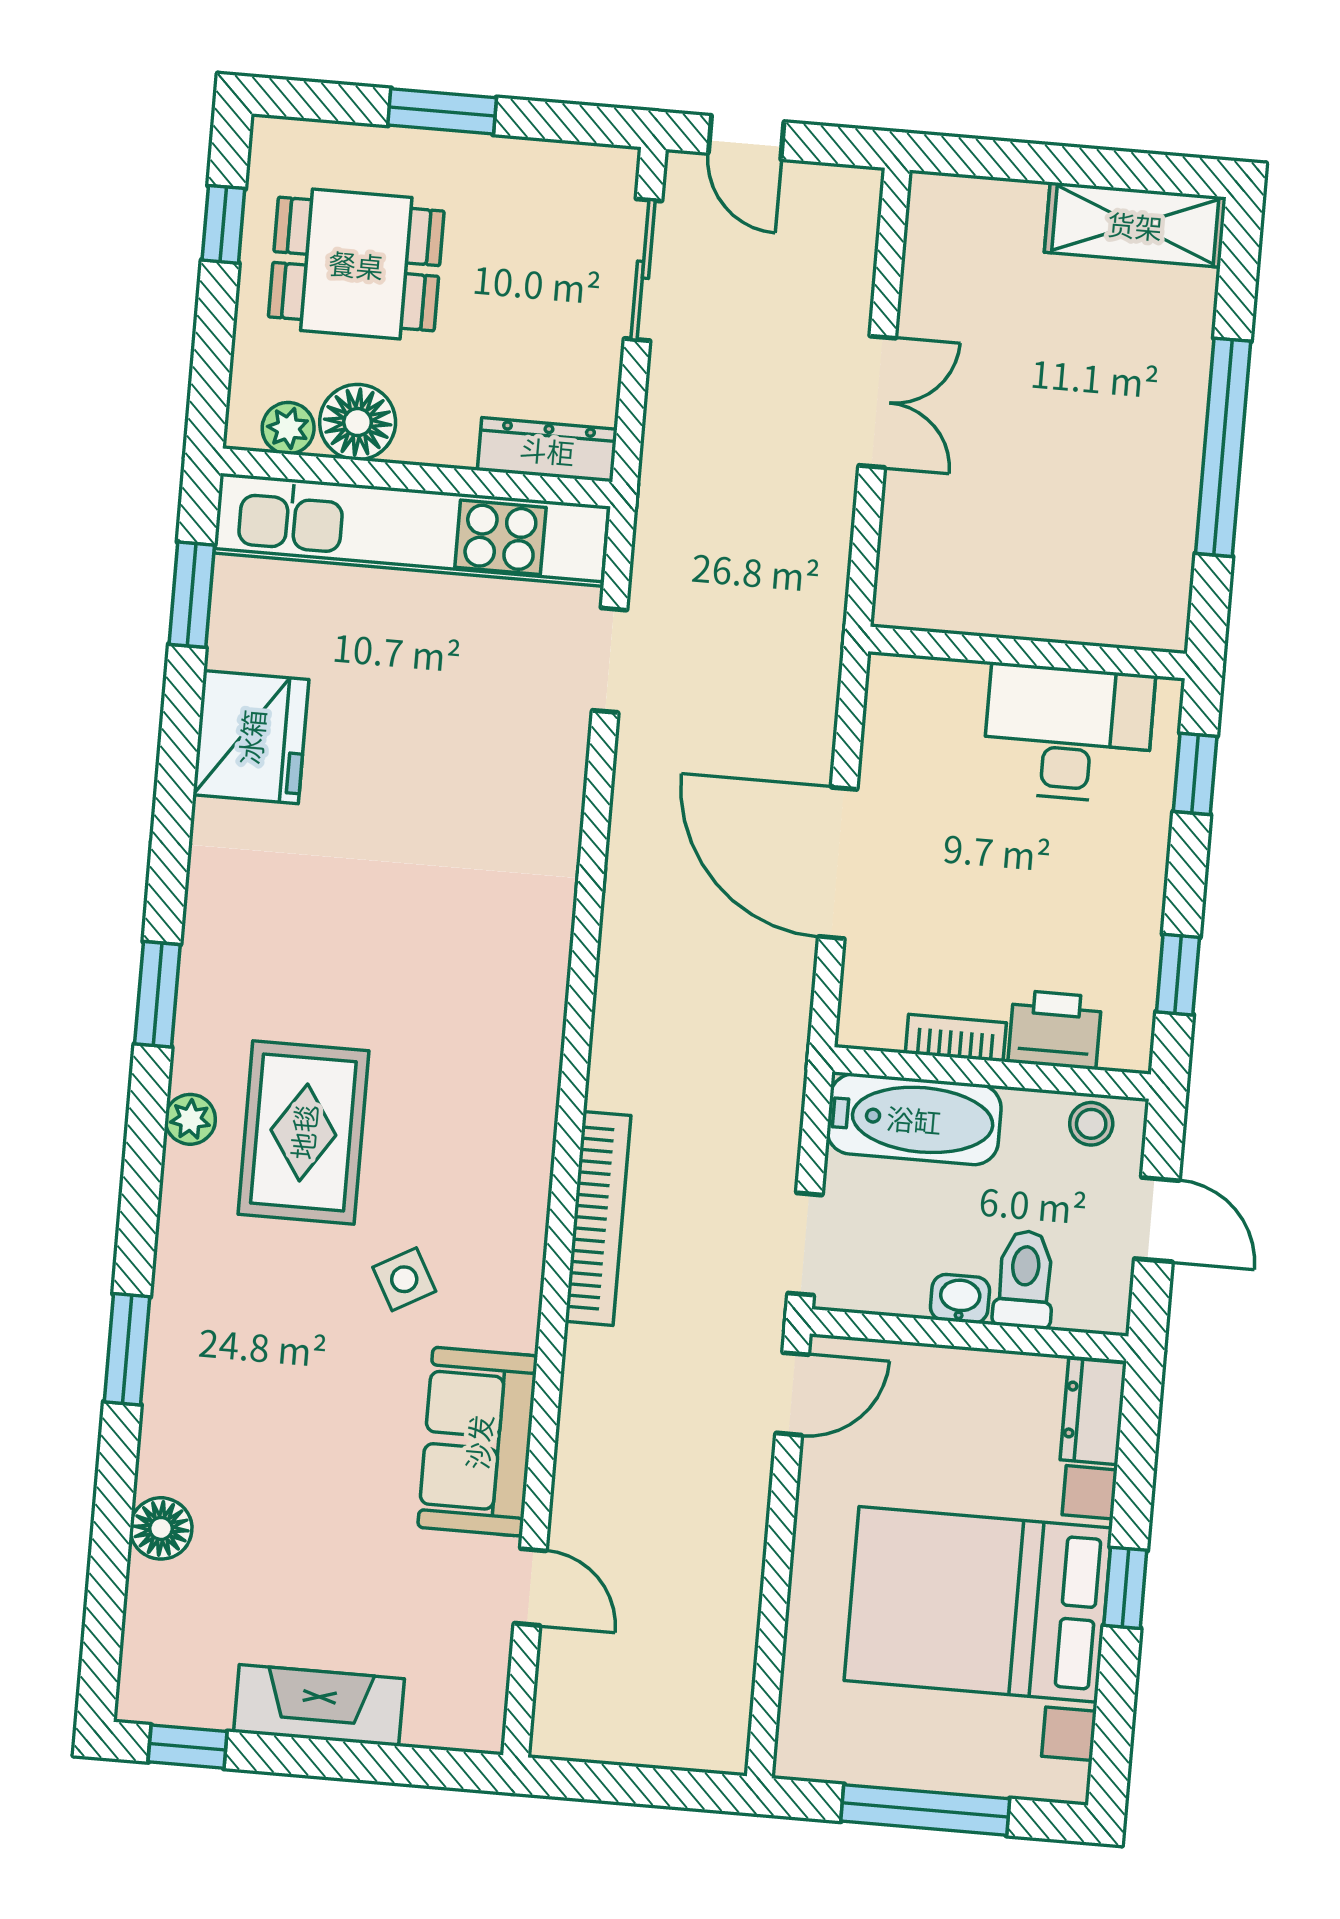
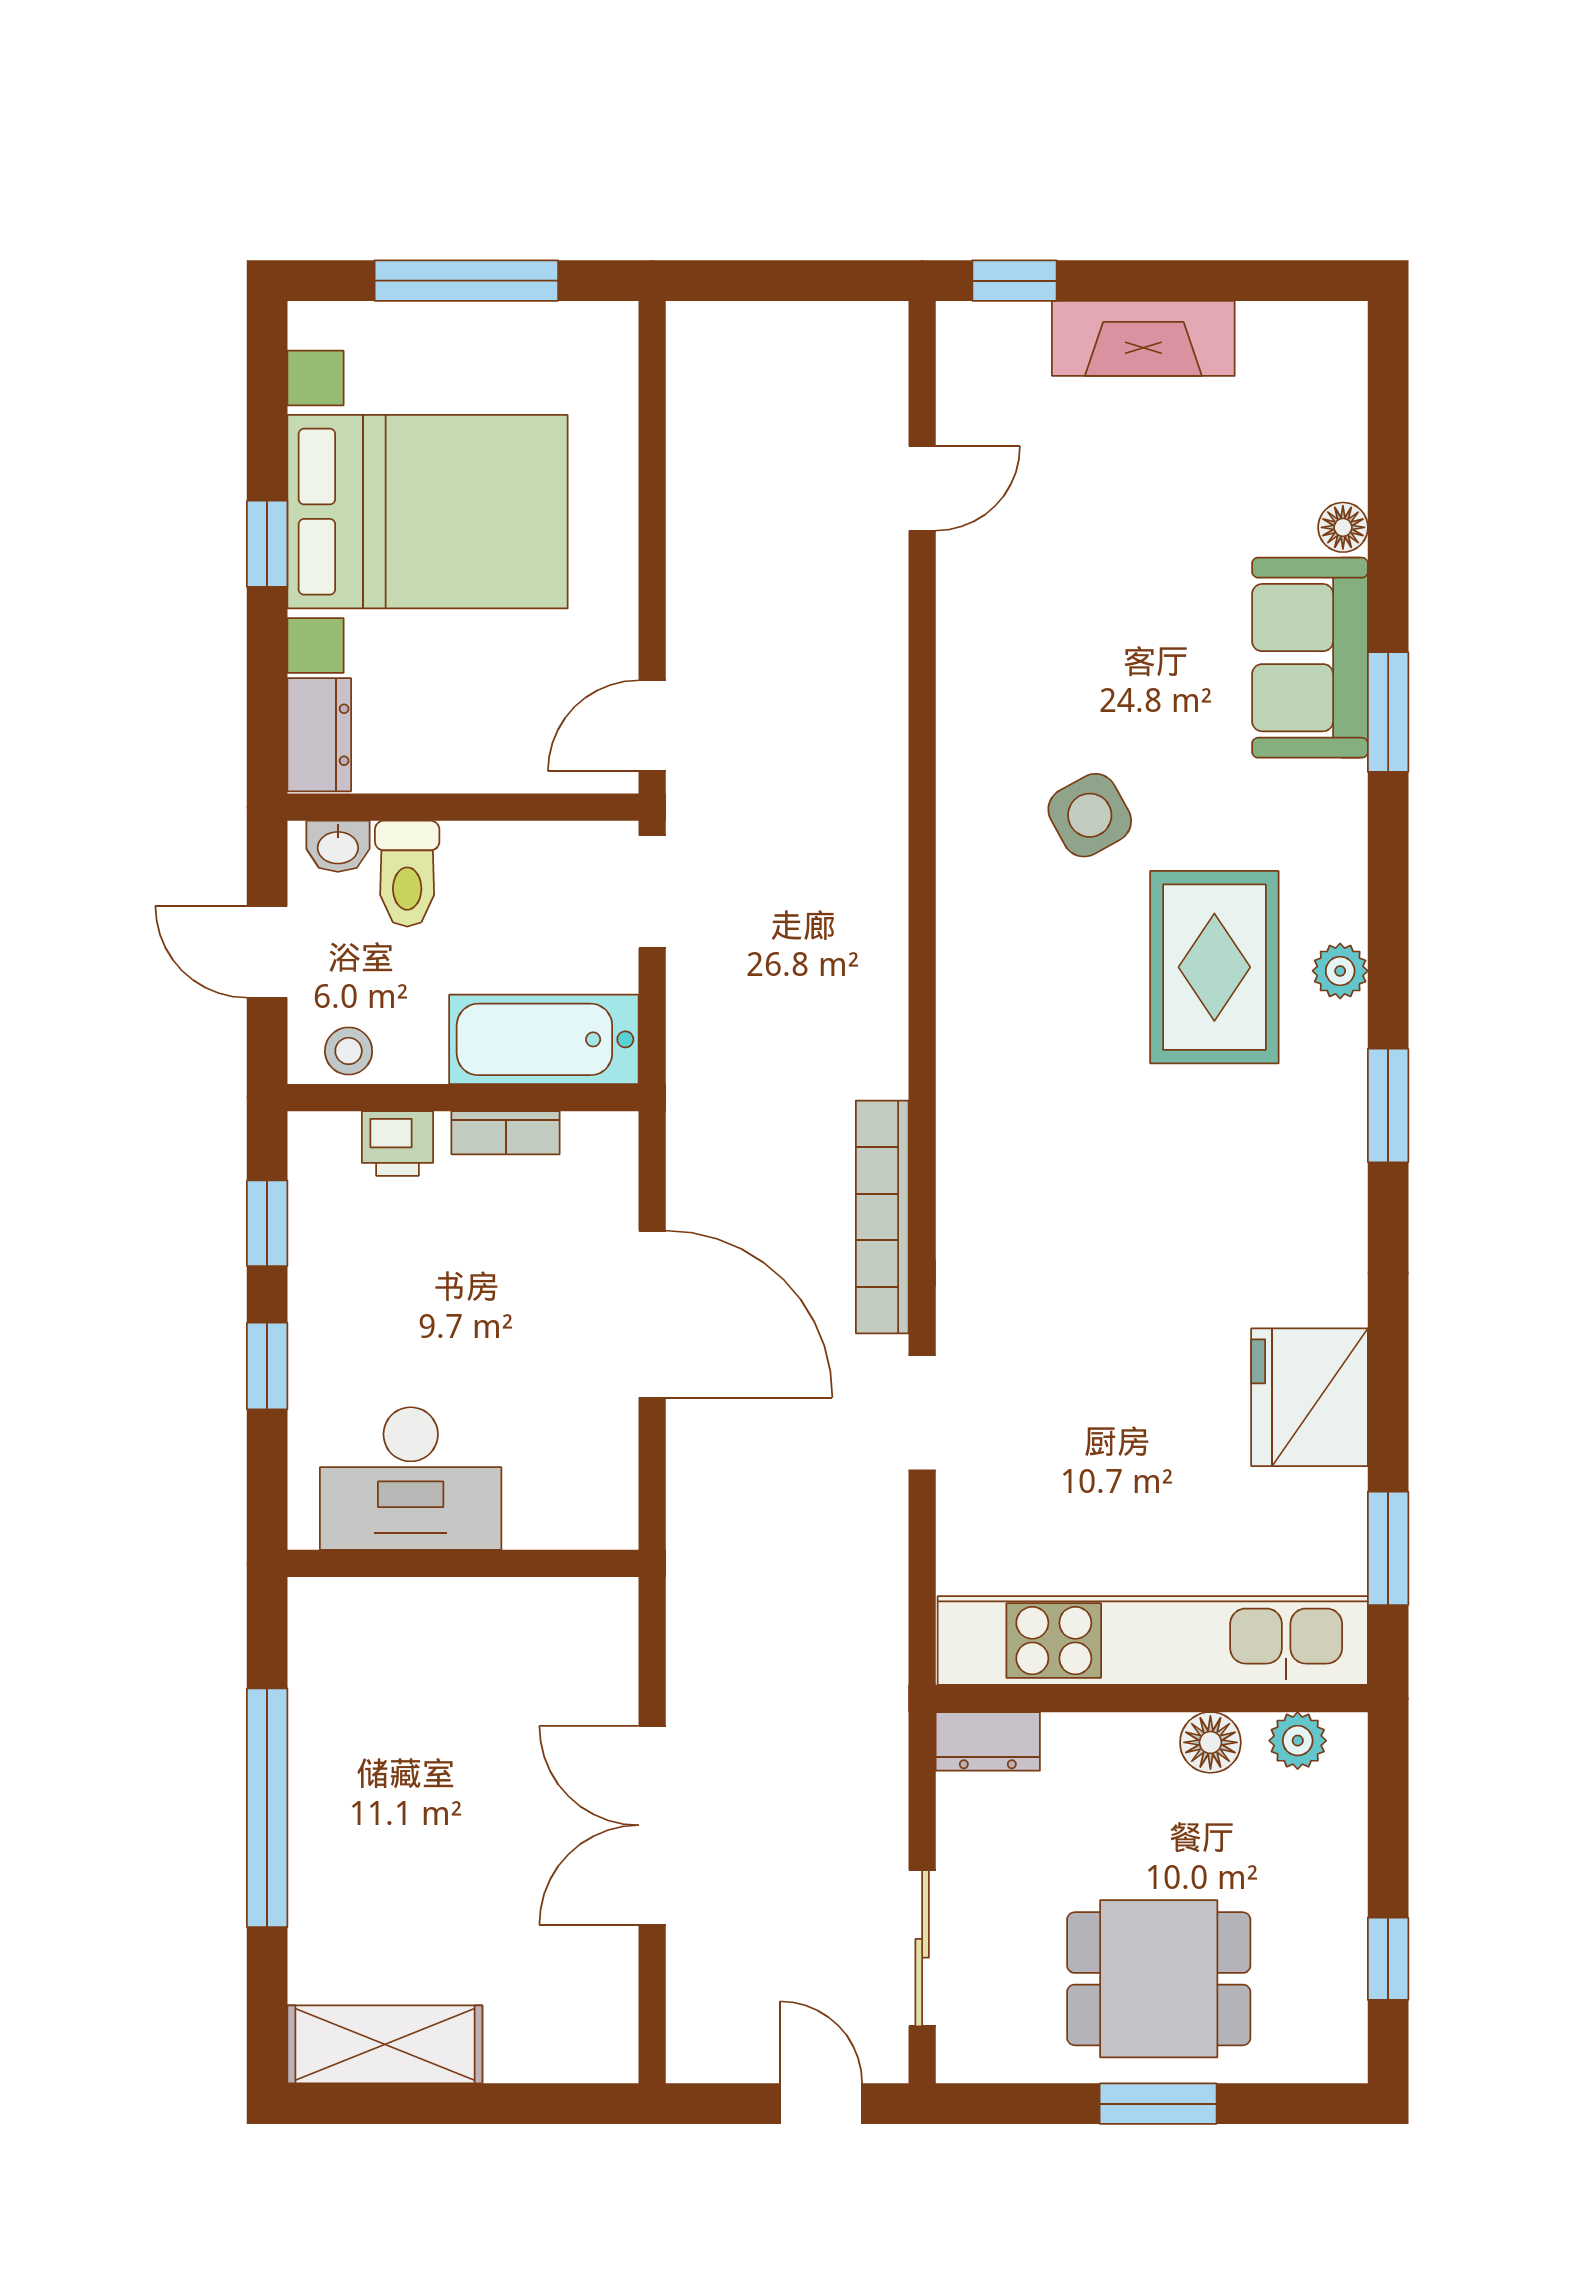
dining table: (356, 264) -> (1159, 1979), moved
double door: (877, 402) -> (652, 1825), width x1.37
floor lamp: (358, 422) -> (1210, 1742), width x0.73, depth x0.73
dresser: (547, 450) -> (988, 1741), width x0.70
doorway: (610, 660) -> (922, 1413), moved
window: (1195, 774) -> (267, 1366), moved
printer: (1055, 1030) -> (397, 1143), width x0.73, depth x0.81
bookcase: (598, 1218) -> (882, 1217), moved
side table: (404, 1279) -> (1090, 815), width x1.37, depth x1.37
washbasin: (960, 1299) -> (338, 846), moved
sofa: (478, 1442) -> (1310, 658), moved, turned 180
floor lamp: (161, 1528) -> (1343, 527), width x0.73, depth x0.73
door: (530, 1587) -> (922, 488), swing flipped
window: (188, 1747) -> (1014, 281), moved

